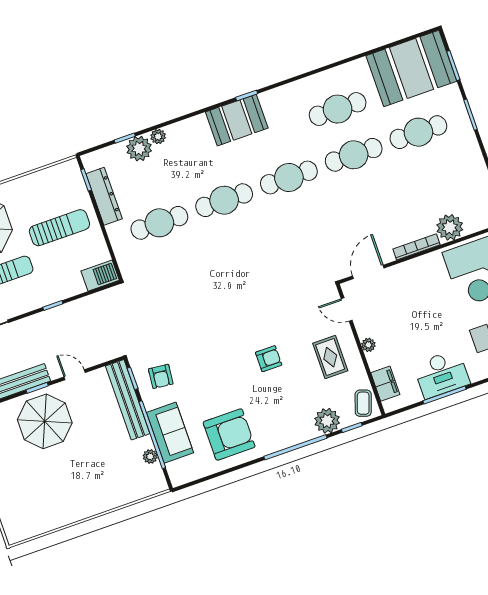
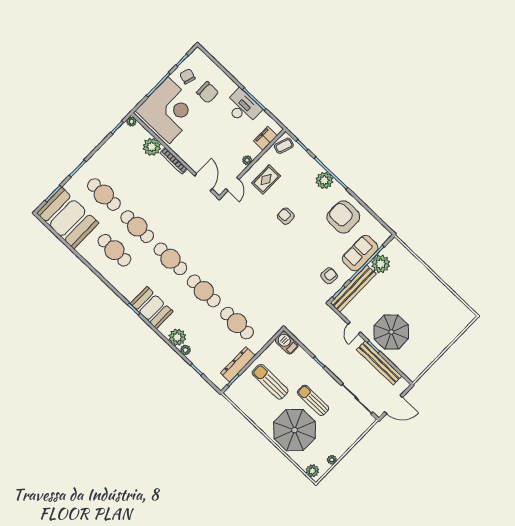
plant: (139, 149) -> (177, 337), moved
door: (368, 272) -> (203, 182), swing flipped
plant: (327, 421) -> (324, 180), moved
plant: (150, 456) -> (381, 264), width x1.88, depth x1.88

